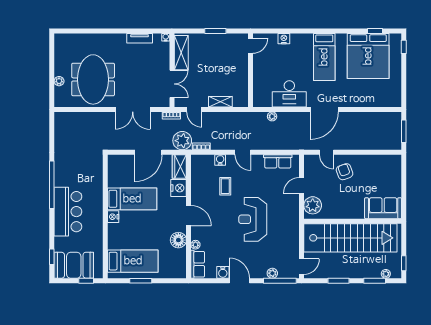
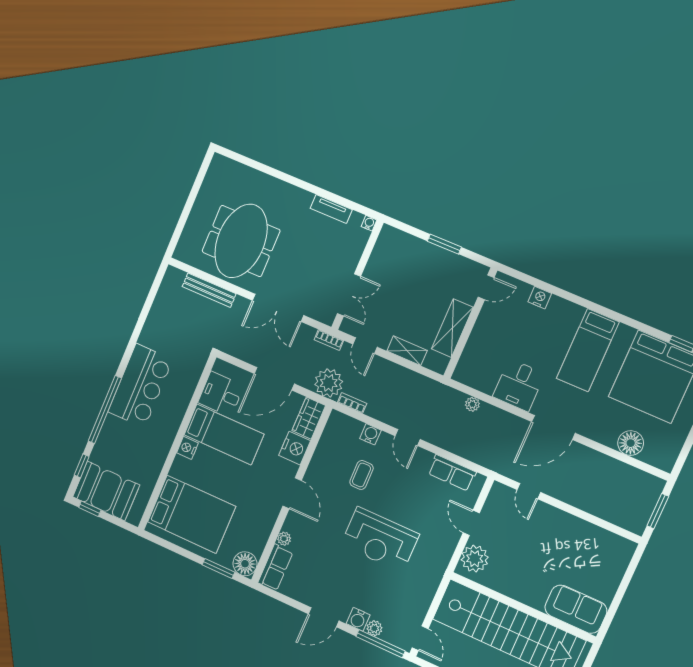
shelving: (181, 53) -> (452, 328), moved
plant: (59, 81) -> (193, 223), removed
desk: (289, 94) -> (519, 385), width x0.73
floor lamp: (372, 99) -> (631, 443), added
bench: (86, 117) -> (209, 290), added
armchair: (345, 172) -> (543, 531), removed
desk: (120, 176) -> (221, 394), added
window: (52, 185) -> (105, 410), moved
door: (302, 185) -> (471, 523), hinge flipped
bar counter: (68, 212) -> (140, 386), moved
reception desk: (253, 219) -> (380, 540), turned -90
floor lamp: (178, 240) -> (245, 564), moved
bed: (133, 261) -> (191, 514), width x1.50
door: (302, 267) -> (420, 638), hinge flipped
water cooler: (223, 272) -> (358, 619), moved
window: (86, 281) -> (90, 509), moved
window: (141, 281) -> (218, 568), moved
door: (239, 281) -> (324, 617), swing flipped

